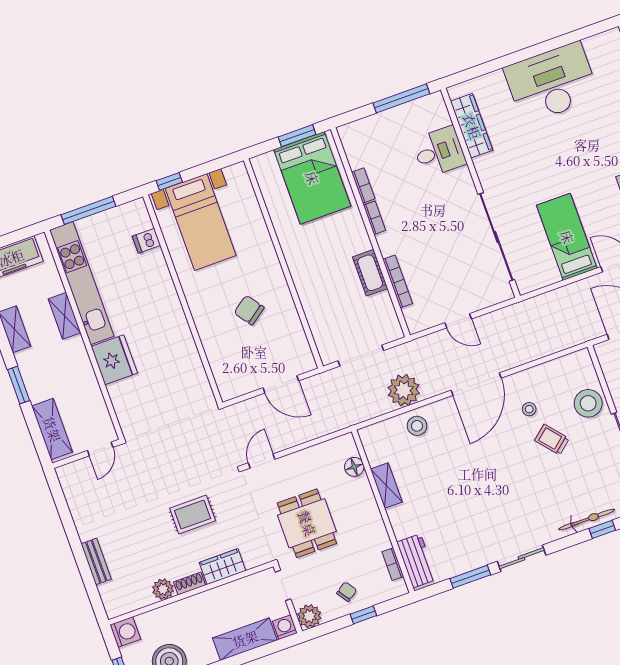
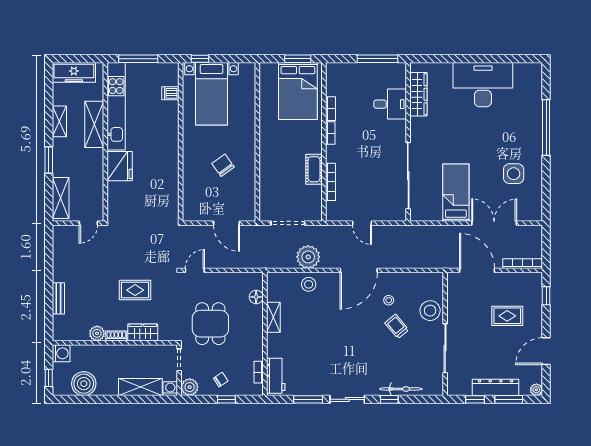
shelving: (64, 316) -> (94, 124), width x1.50, depth x1.33
window: (602, 529) -> (389, 399), moved

